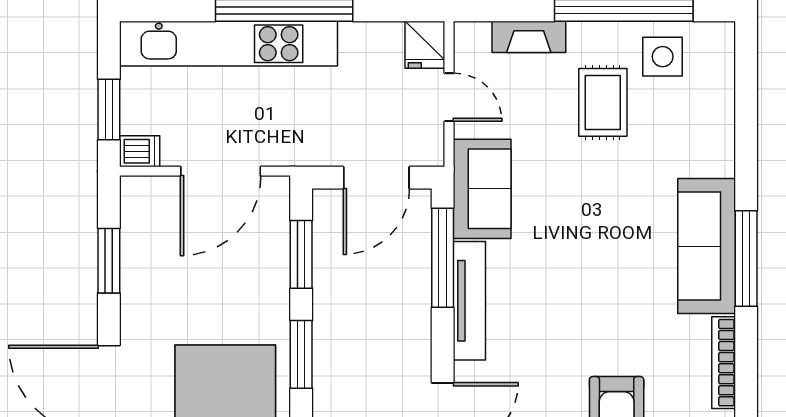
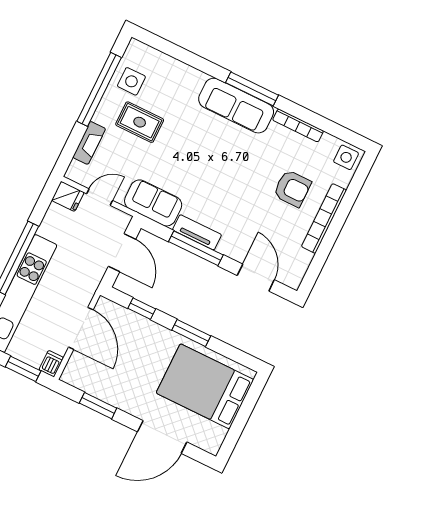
window: (301, 254) -> (142, 309), width x0.67
window: (443, 258) -> (196, 248), moved
tv unit: (469, 301) -> (197, 232), width x0.71

